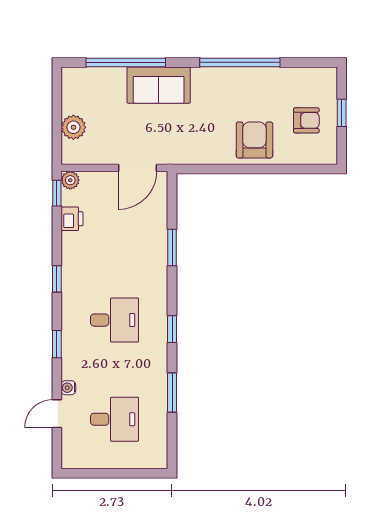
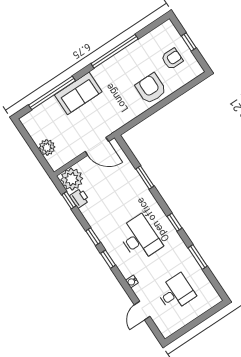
door: (137, 168) -> (97, 146), hinge flipped
plant: (70, 180) -> (72, 179), width x1.88, depth x1.88
window: (57, 193) -> (69, 200), moved
desk: (114, 320) -> (140, 238), width x1.37
window: (57, 344) -> (108, 259), moved
water cooler: (68, 388) -> (132, 282), moved

